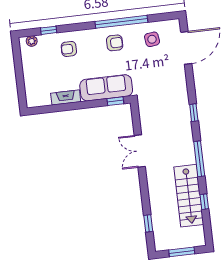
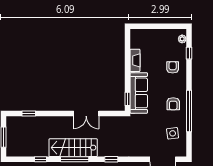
double door: (140, 151) -> (86, 113), swing flipped
stairs: (189, 196) -> (73, 148), moved

